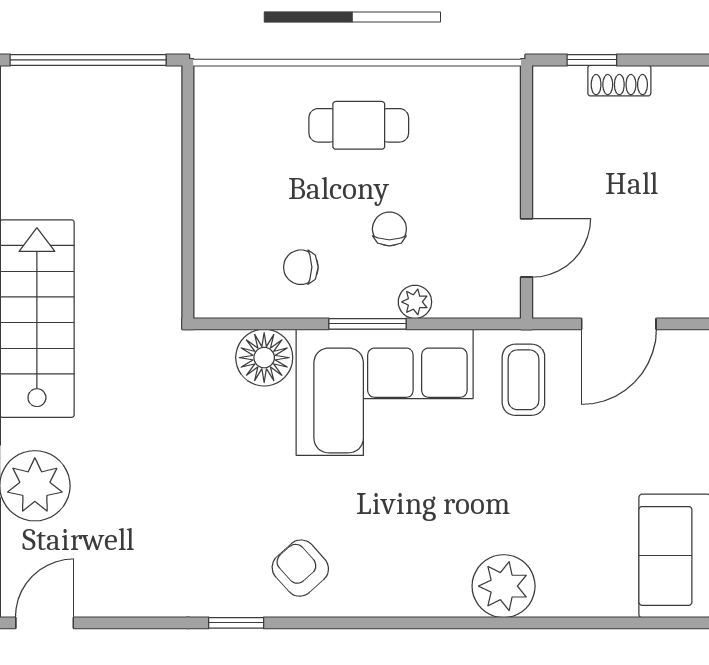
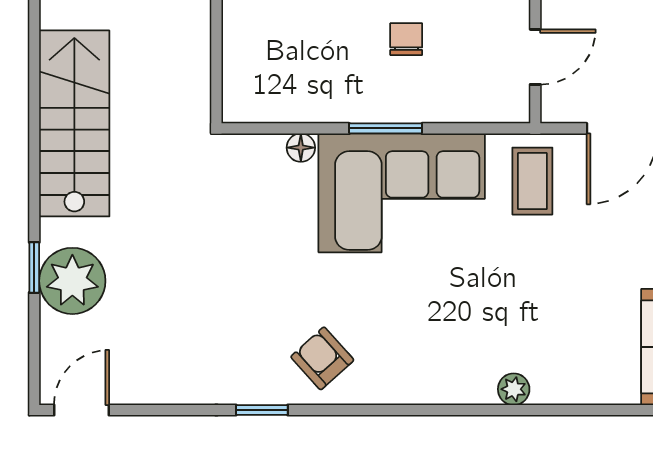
chair: (301, 267) -> (323, 75), removed
plant: (415, 302) -> (430, 108), removed
floor lamp: (264, 358) -> (301, 148), width x0.53, depth x0.53
plant: (504, 586) -> (514, 389), width x0.53, depth x0.53

